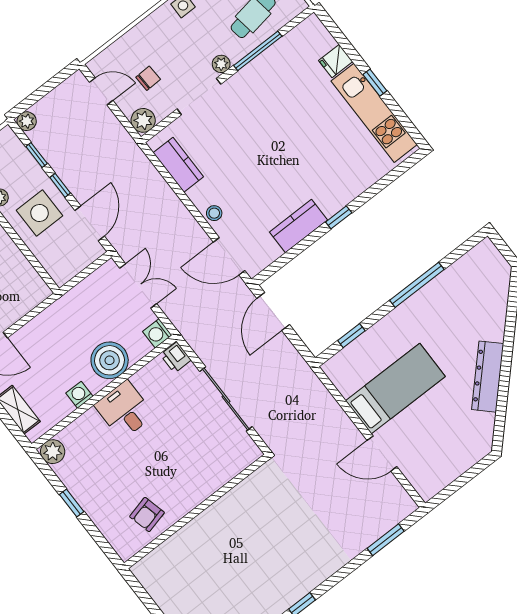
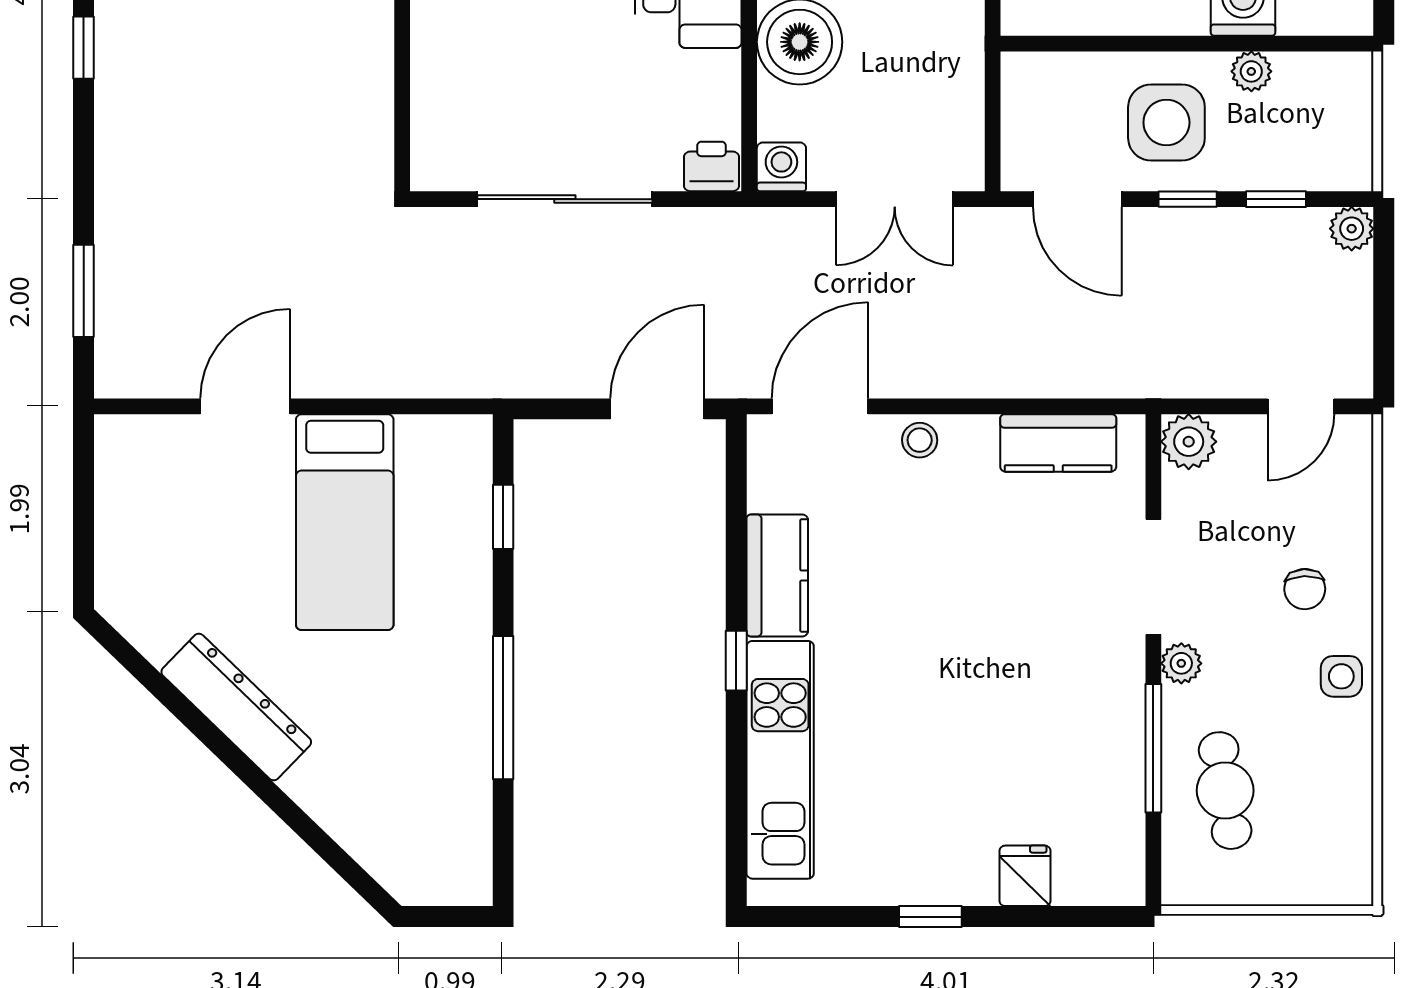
chair: (148, 78) -> (1305, 589), moved
kitchen unit: (374, 113) -> (780, 760), moved, turned 90
door: (273, 311) -> (657, 409), hinge flipped

